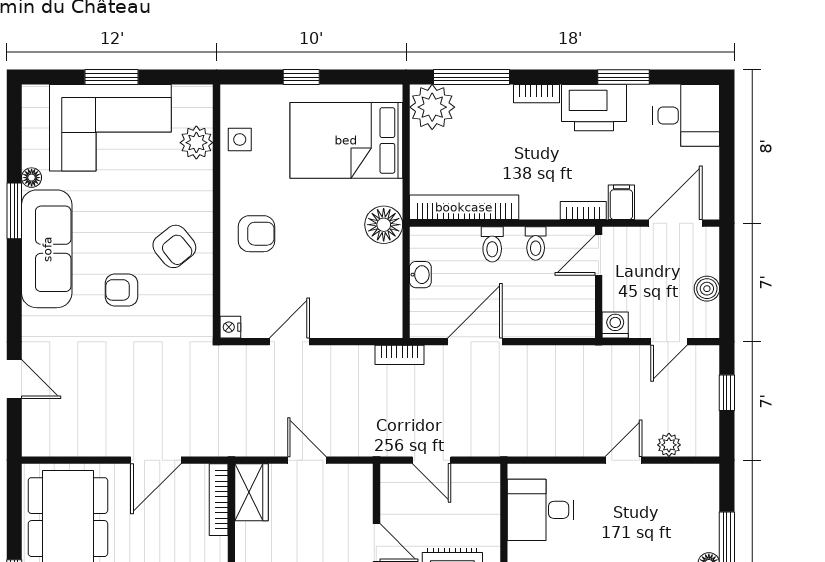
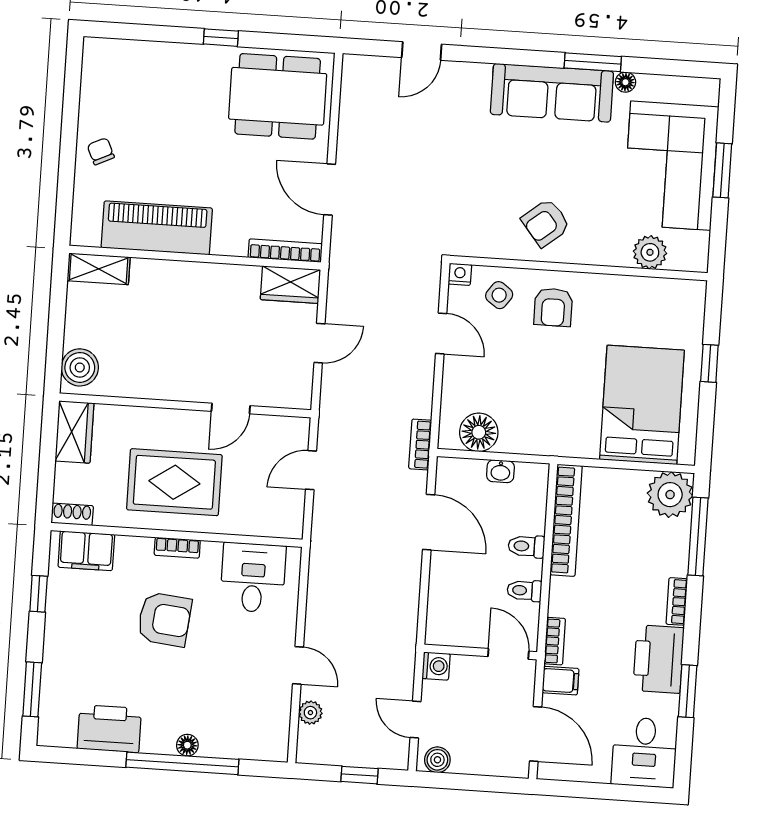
side table: (240, 139) -> (499, 295), moved, turned 36
floor lamp: (384, 225) -> (479, 432), moved
boiler: (707, 289) -> (437, 760), moved
armchair: (121, 290) -> (505, 166), removed

